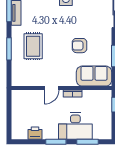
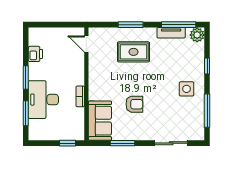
armchair: (79, 46) -> (134, 104), turned 90
door: (52, 88) -> (86, 44), moved

